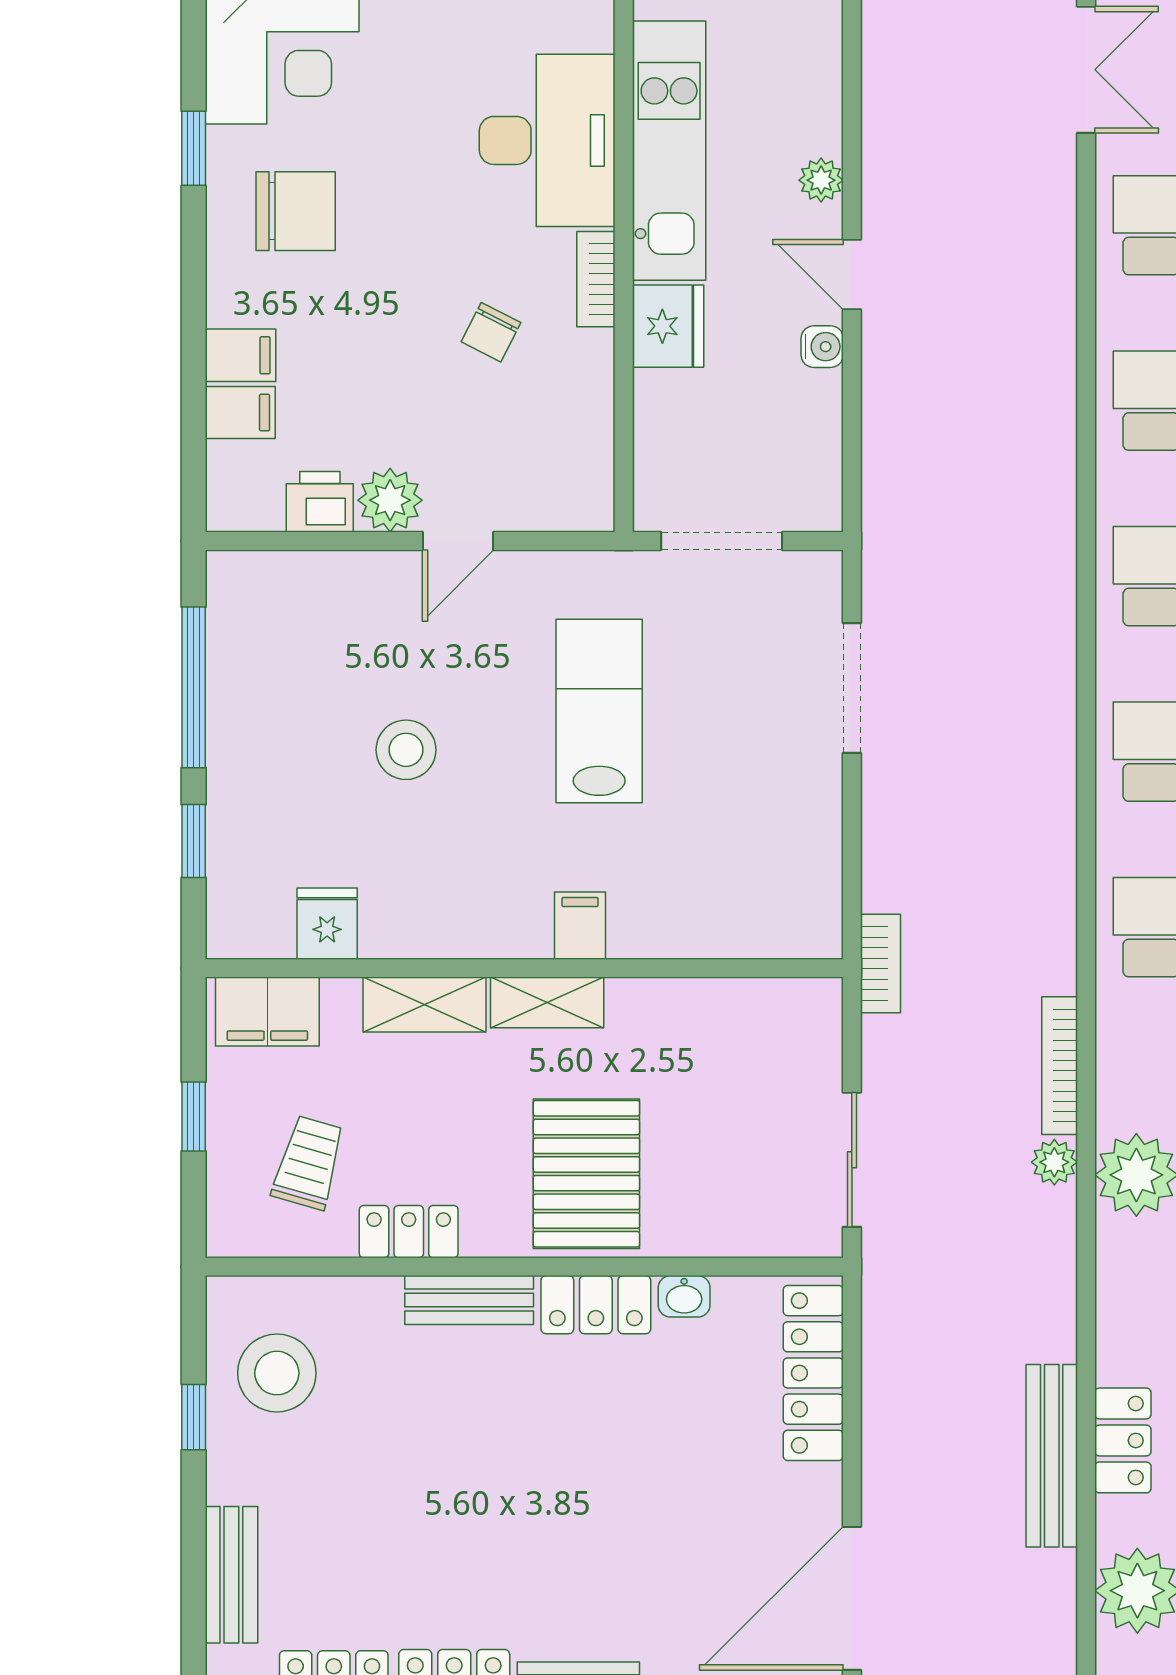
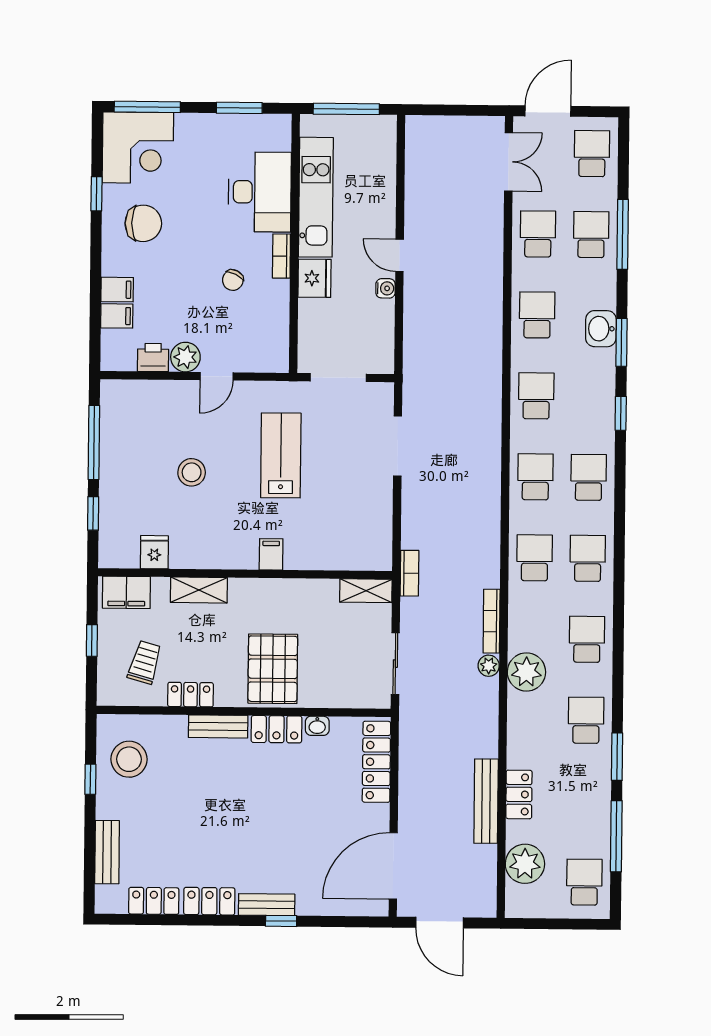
plant: (821, 180) -> (386, 212), removed
shelving: (547, 1002) -> (366, 591), moved

